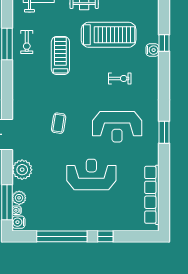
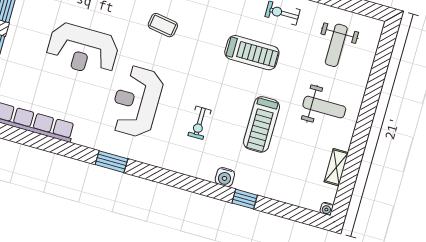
treadmill: (109, 35) -> (262, 124), width x0.73, depth x0.73
window: (164, 43) -> (245, 199), moved
reception desk: (91, 174) -> (83, 49), turned 90

